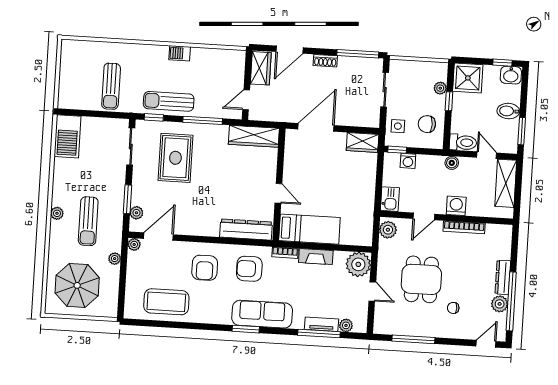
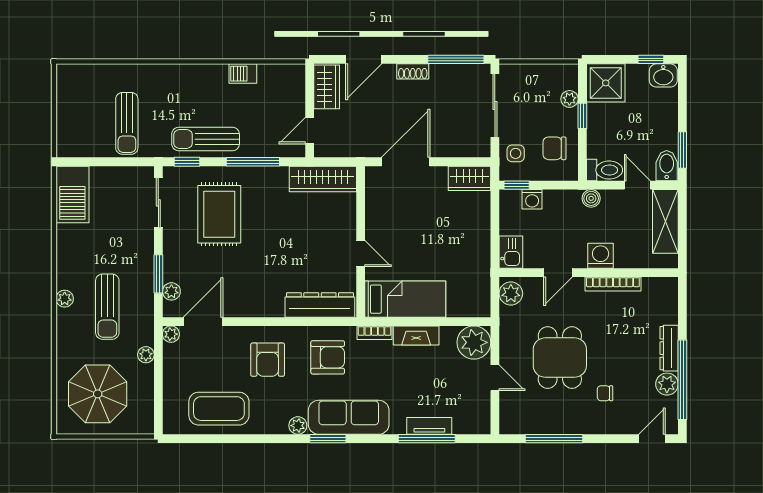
barbecue: (180, 53) -> (243, 74), moved
sliding door: (385, 90) -> (495, 106), width x1.37
bidet: (508, 111) -> (667, 166), moved, turned 90
armchair: (249, 269) -> (328, 357), turned 180
plant: (346, 325) -> (298, 426), moved

